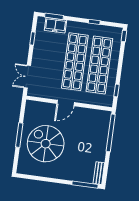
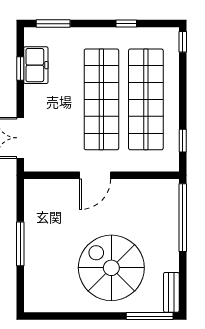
freezer: (55, 25) -> (36, 65), moved, turned -90
spiral stairs: (46, 144) -> (111, 268), moved

